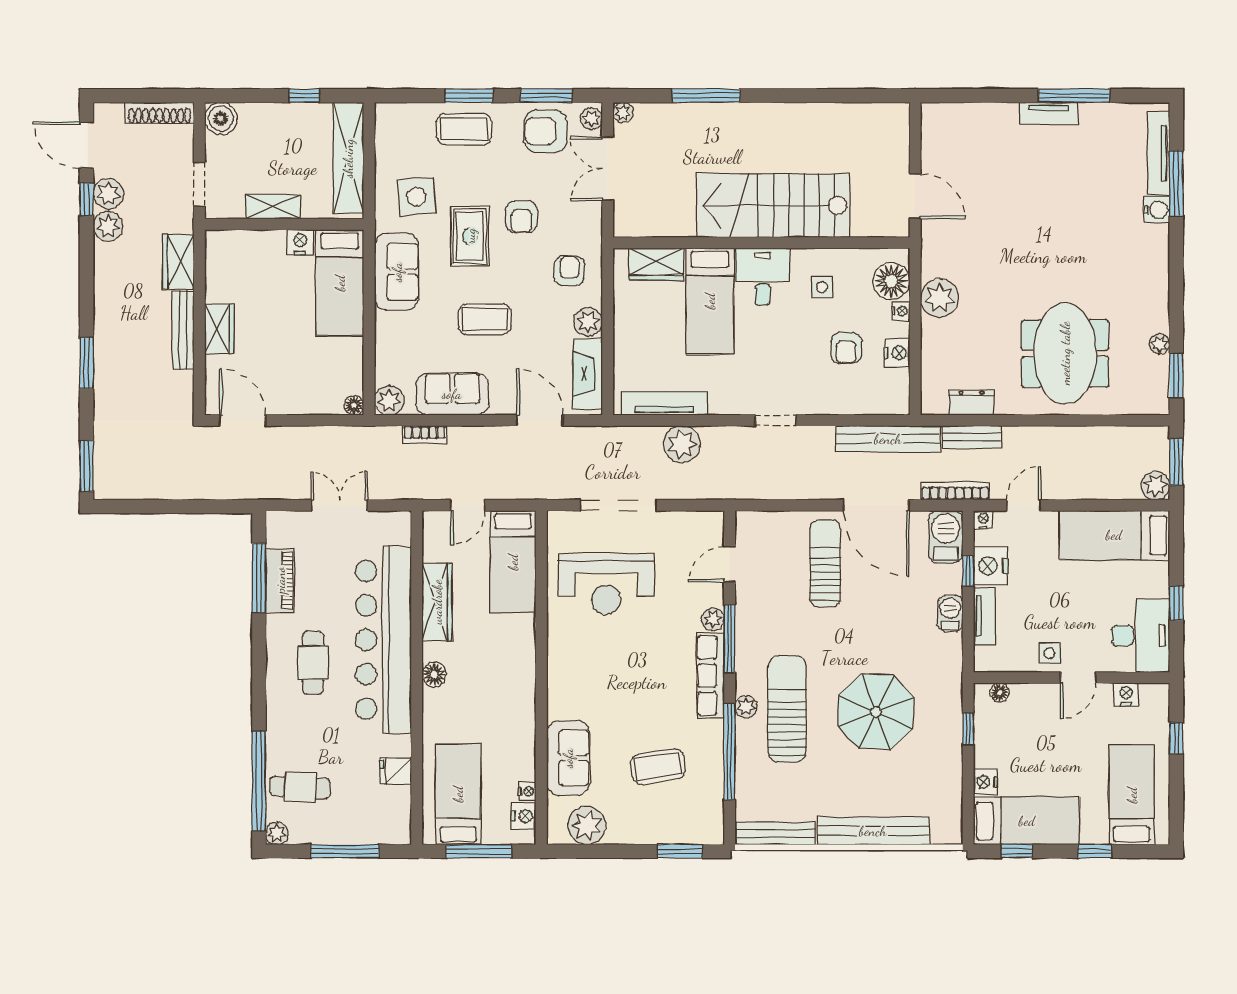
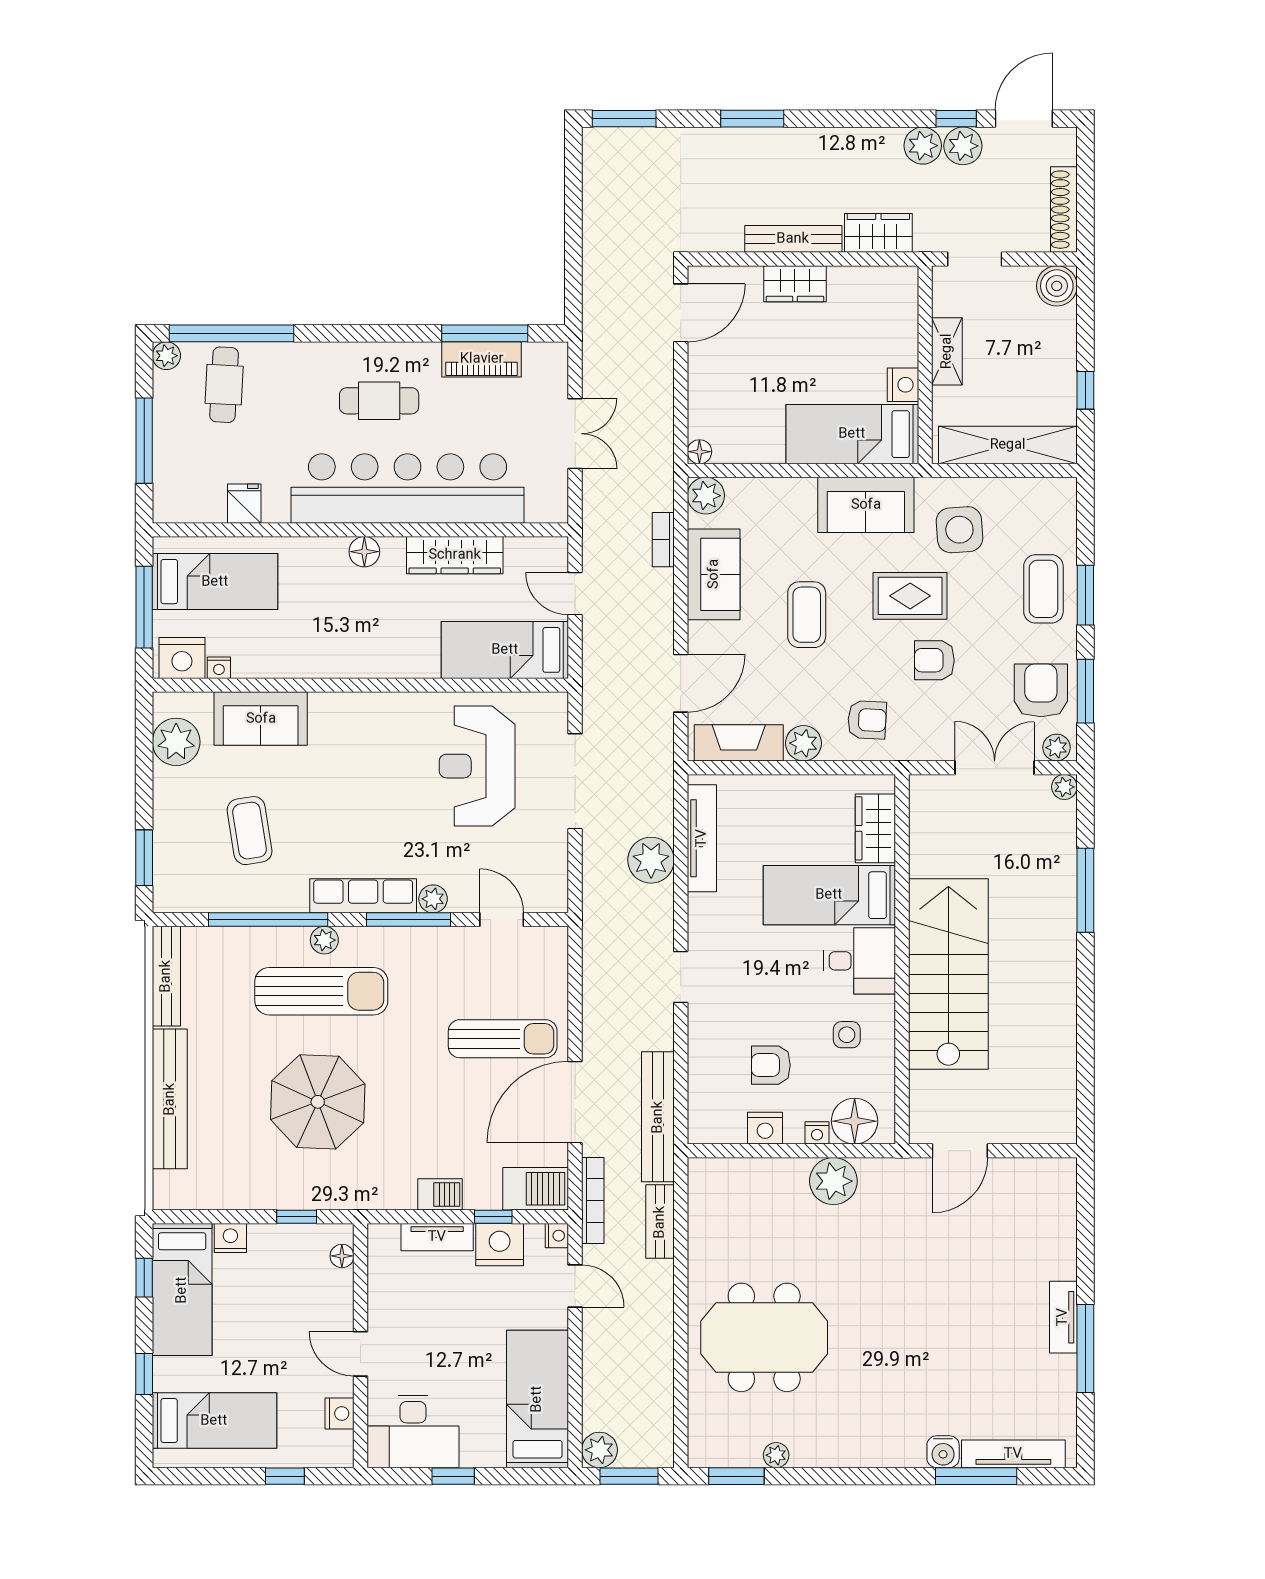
dresser: (971, 403) -> (703, 1221), removed
side table: (1049, 653) -> (391, 1318), removed
nightstand: (524, 816) -> (182, 658), width x1.36, depth x1.33

